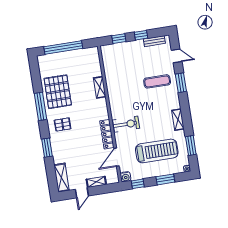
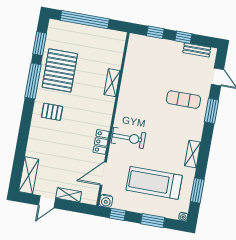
locker: (107, 134) -> (101, 142), width x0.66
window: (47, 148) -> (40, 44), moved
treadmill: (157, 151) -> (154, 183), turned 180

